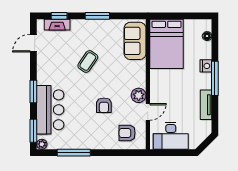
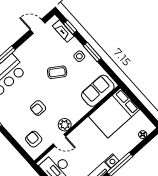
side table: (91, 30) -> (79, 56), added
nightstand: (206, 66) -> (112, 161), moved

